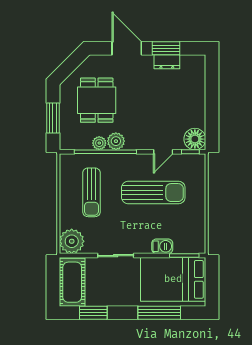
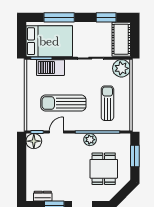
dresser: (167, 62) -> (43, 196), moved
plant: (99, 143) -> (102, 138), removed
barbecue: (162, 246) -> (50, 68), width x1.88, depth x1.53

